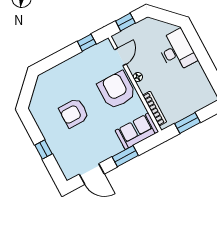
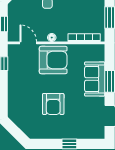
armchair: (117, 90) -> (53, 60), turned 180
sofa: (137, 131) -> (95, 79), moved

